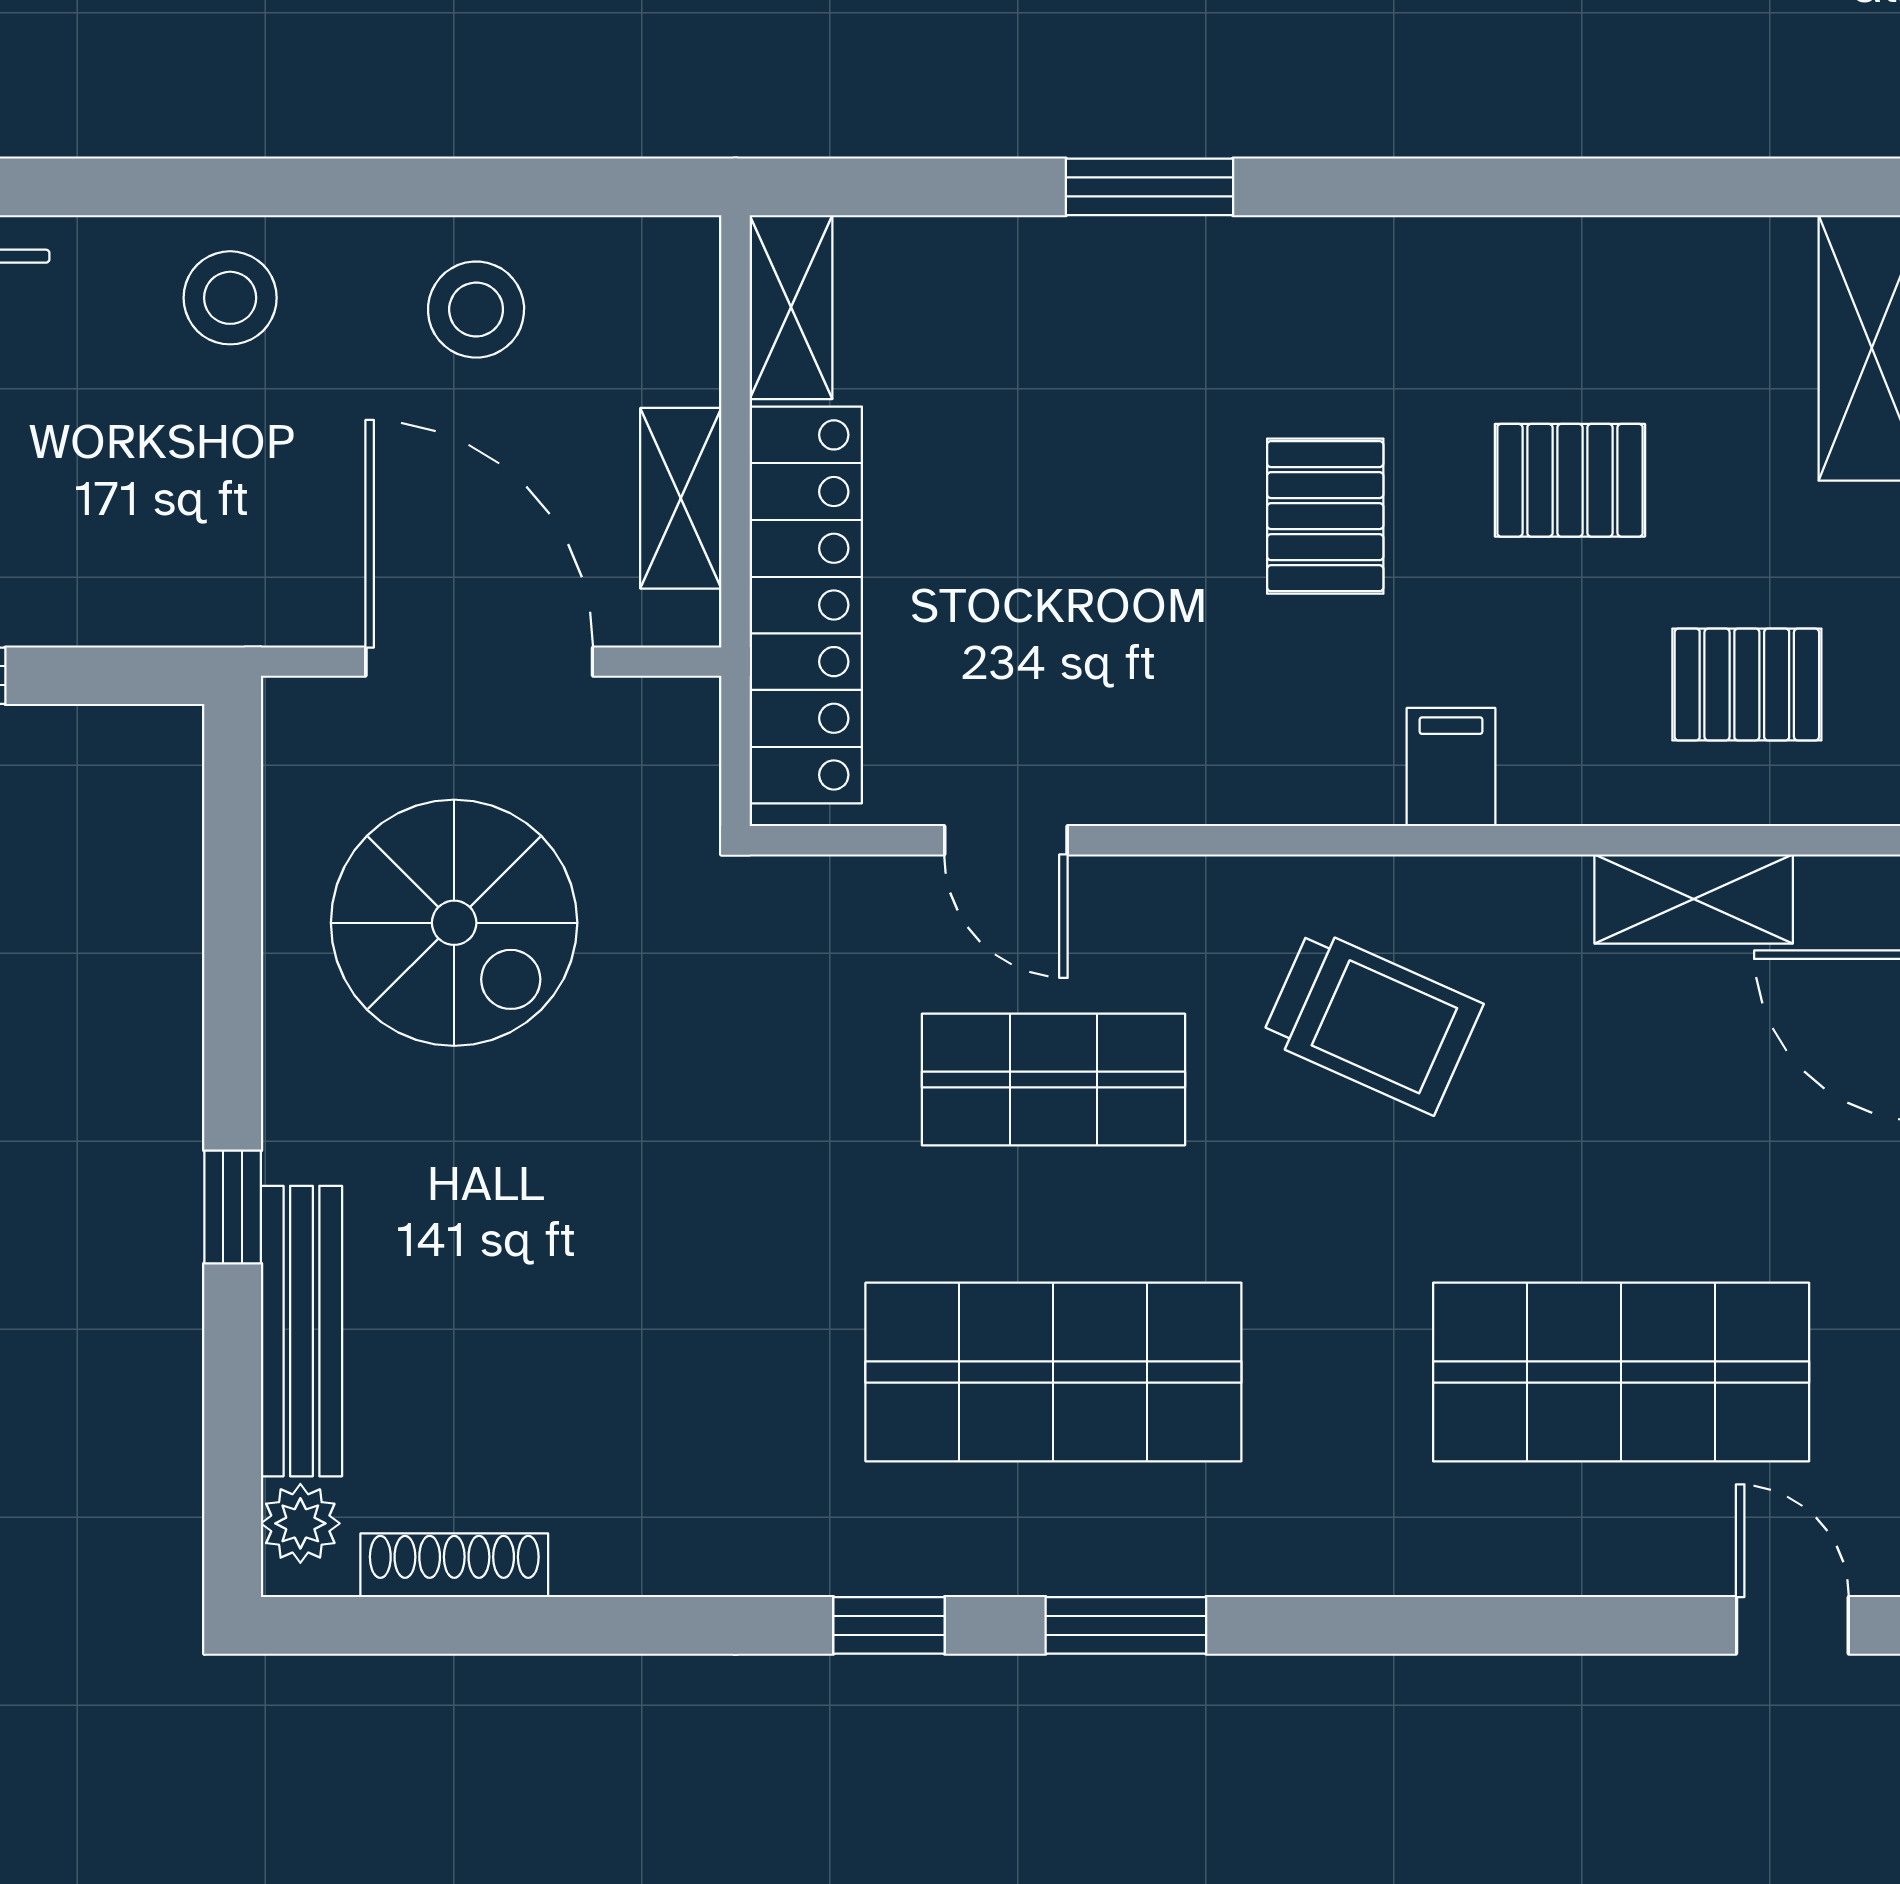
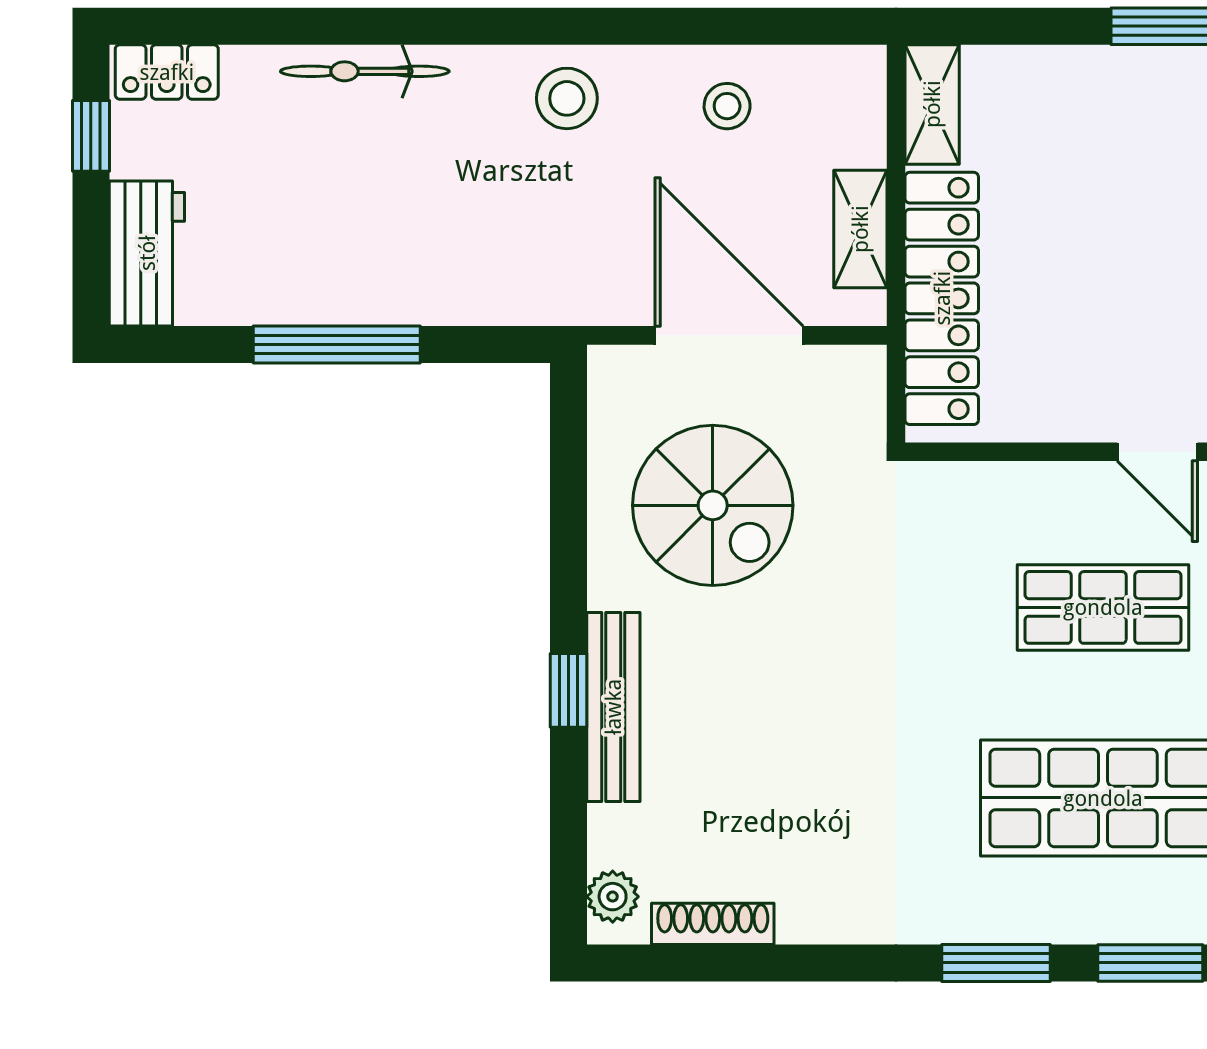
stool: (476, 310) -> (727, 106), width x0.73, depth x0.73
door: (1006, 840) -> (1157, 452), moved
bench: (301, 1331) -> (613, 707), moved
window: (889, 1625) -> (996, 963), width x1.50

